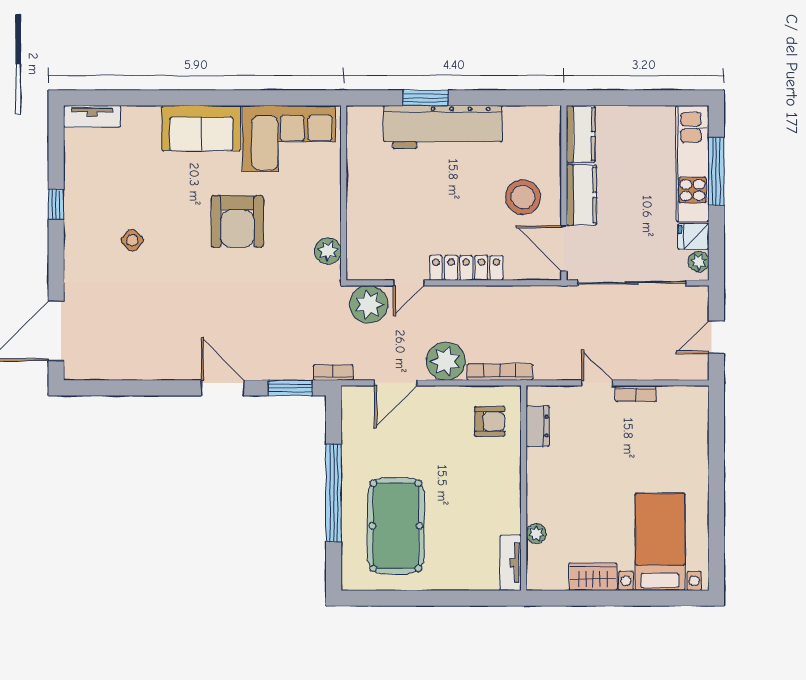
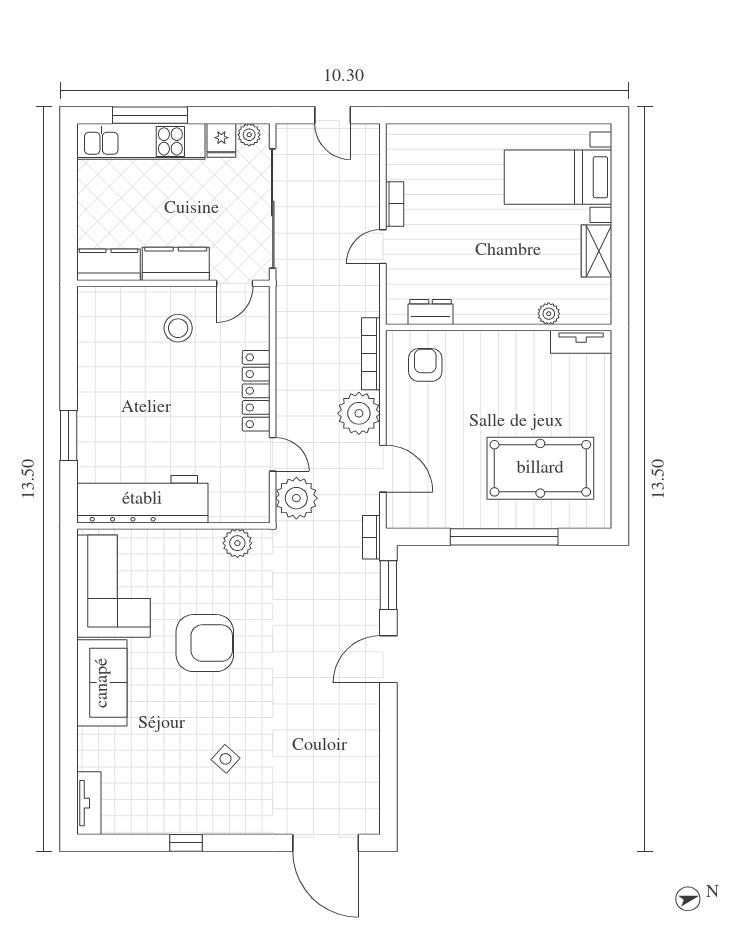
workbench: (443, 127) -> (142, 499), moved, turned -90
stool: (523, 197) -> (178, 328), width x0.73, depth x0.73
door: (564, 249) -> (235, 283), width x0.73

